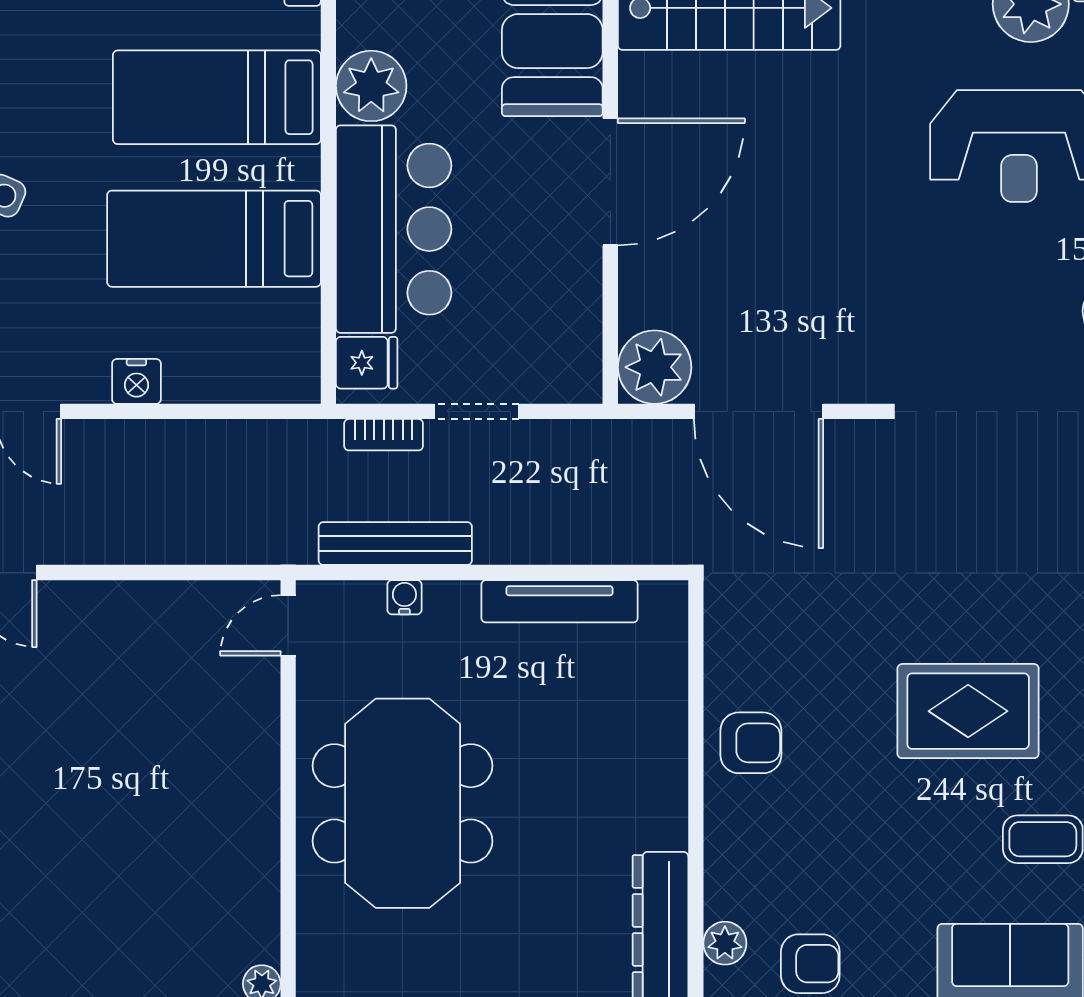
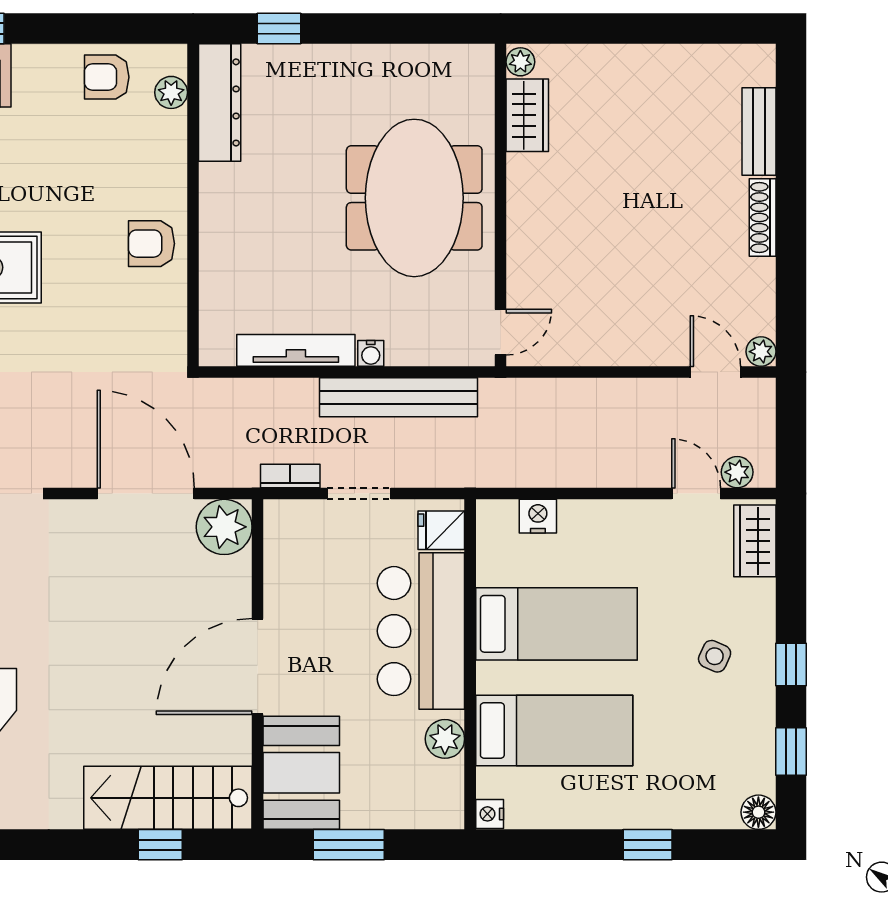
plant: (371, 86) -> (445, 739), width x0.73, depth x0.73
nightstand: (136, 381) -> (538, 516), moved
bookcase: (384, 435) -> (290, 476), moved
bench: (395, 544) -> (399, 397), width x1.37, depth x1.21
water cooler: (404, 597) -> (371, 353), moved
wardrobe: (253, 913) -> (527, 115), added

